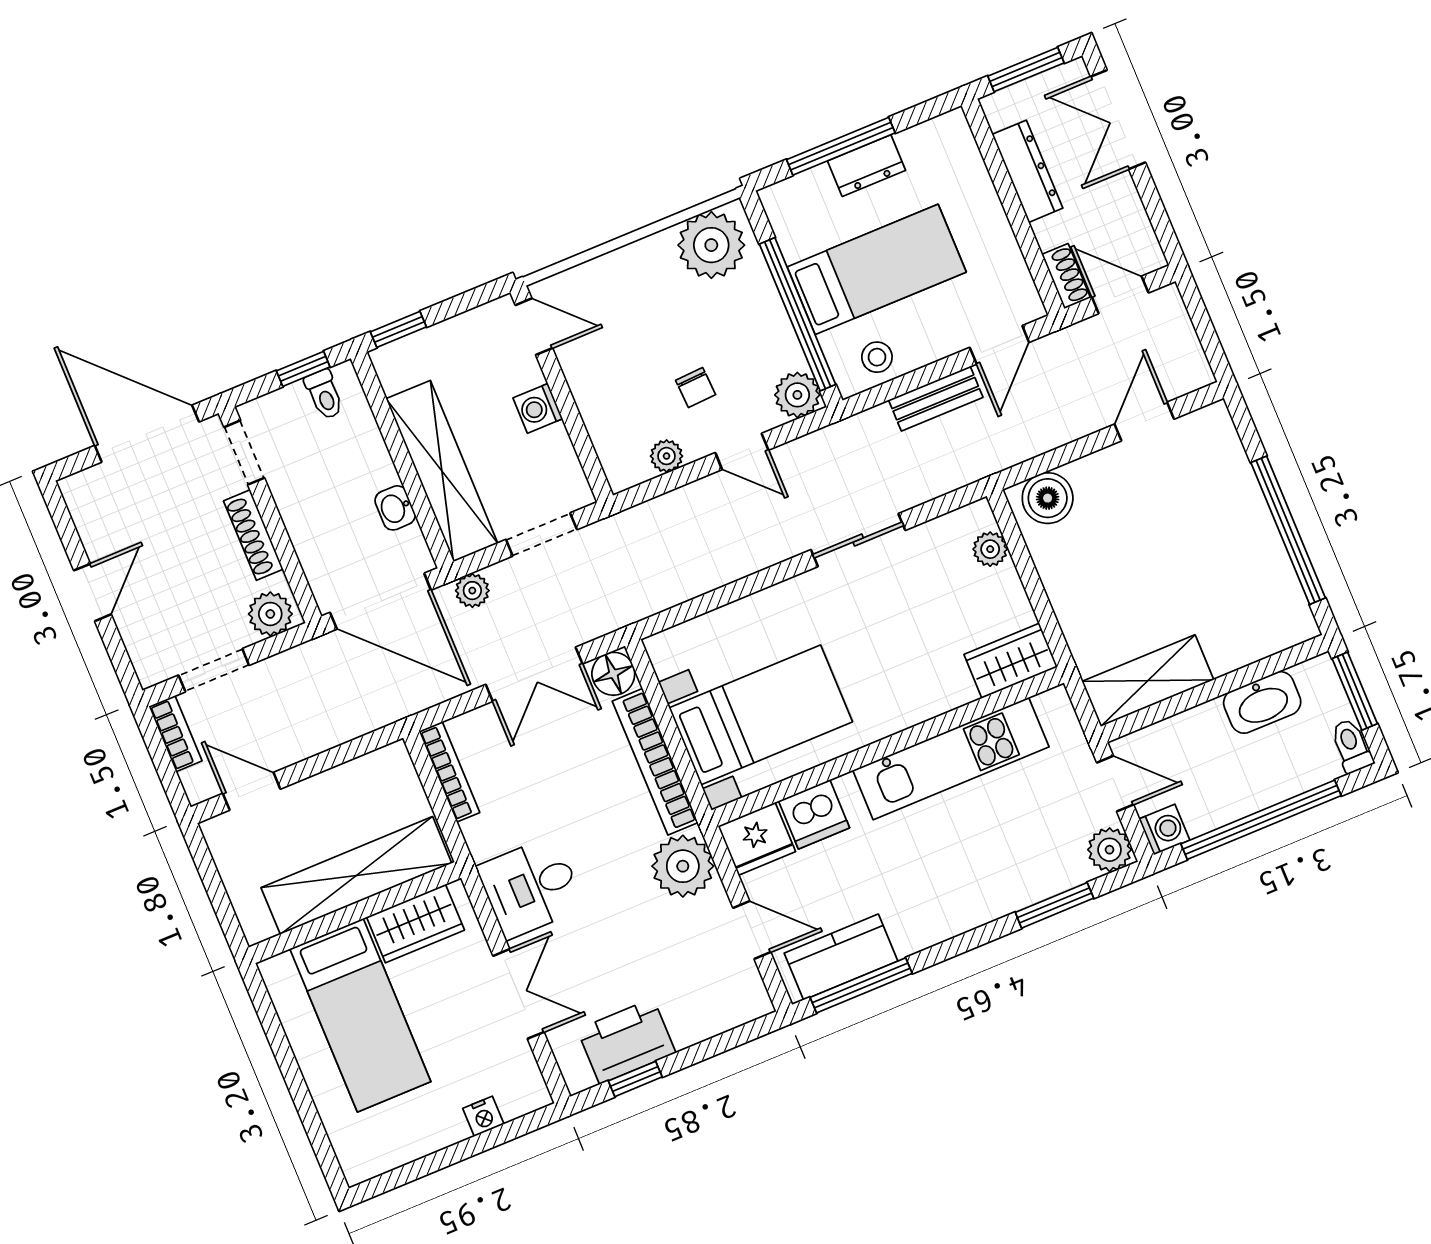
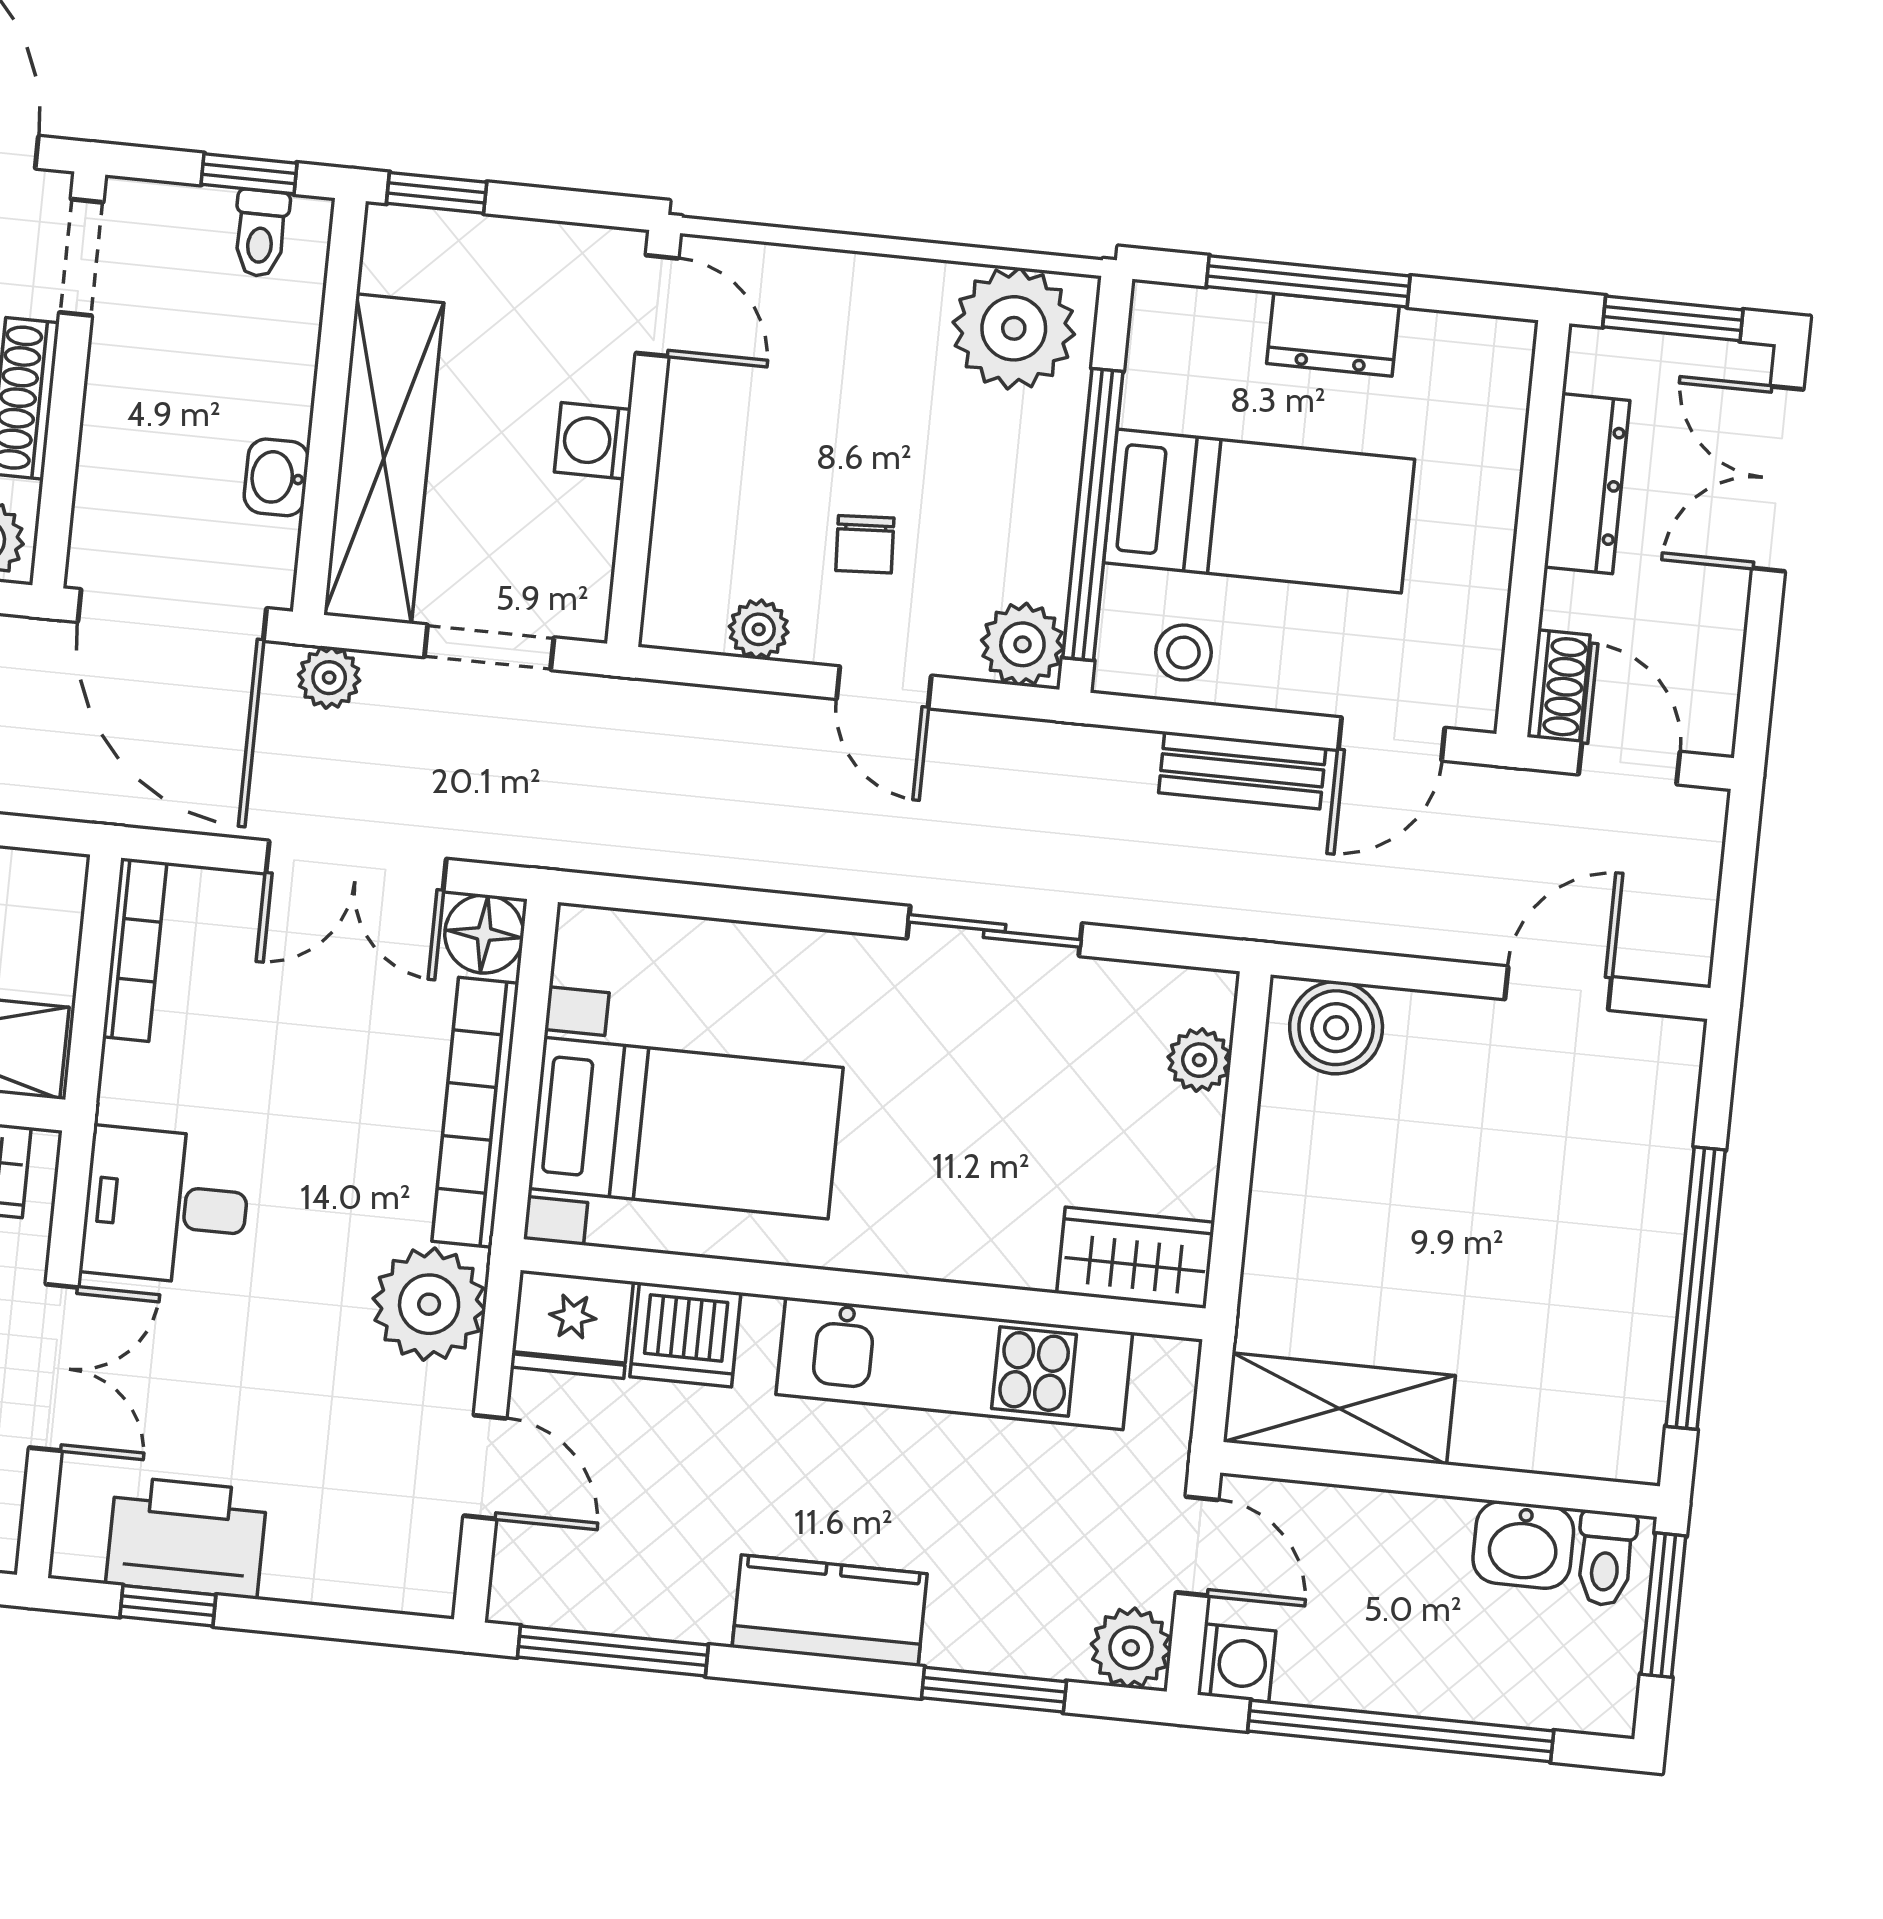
washbasin: (1262, 702) -> (1523, 1545), width x0.72
toilet: (1351, 746) -> (1606, 1558), moved, turned 180
kitchen counter: (841, 957) -> (830, 1611), moved

